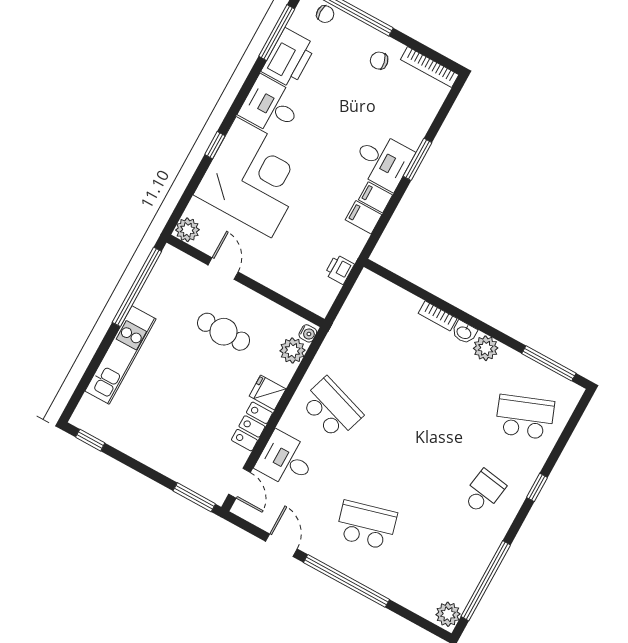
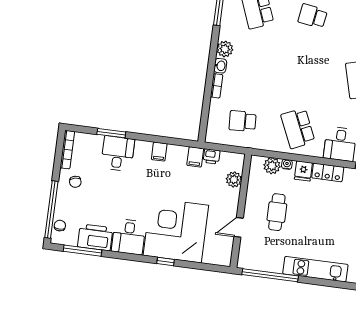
window: (418, 159) -> (111, 133), moved
desk: (383, 161) -> (118, 154), moved
filing cabinet: (364, 217) -> (195, 157), moved
plant: (187, 230) -> (234, 179), moved
water cooler: (308, 333) -> (287, 164), moved
school desk: (373, 333) -> (243, 121), added
school desk: (332, 408) -> (298, 128), turned -42

